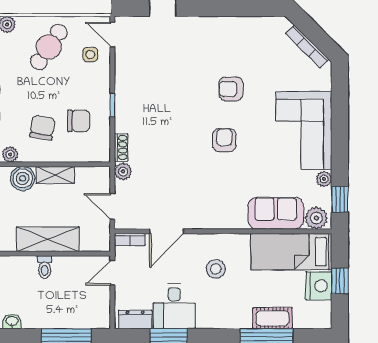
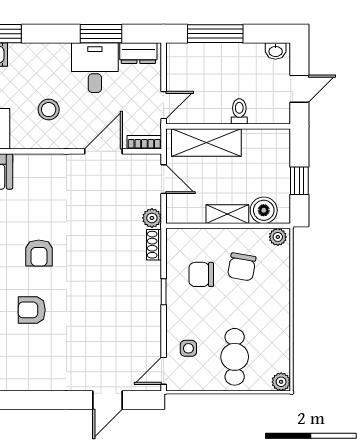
door: (112, 34) -> (164, 371), swing flipped
cafe table: (49, 47) -> (235, 357), turned -34
armchair: (231, 89) -> (32, 310), turned 180
shelving: (48, 239) -> (206, 143), moved

